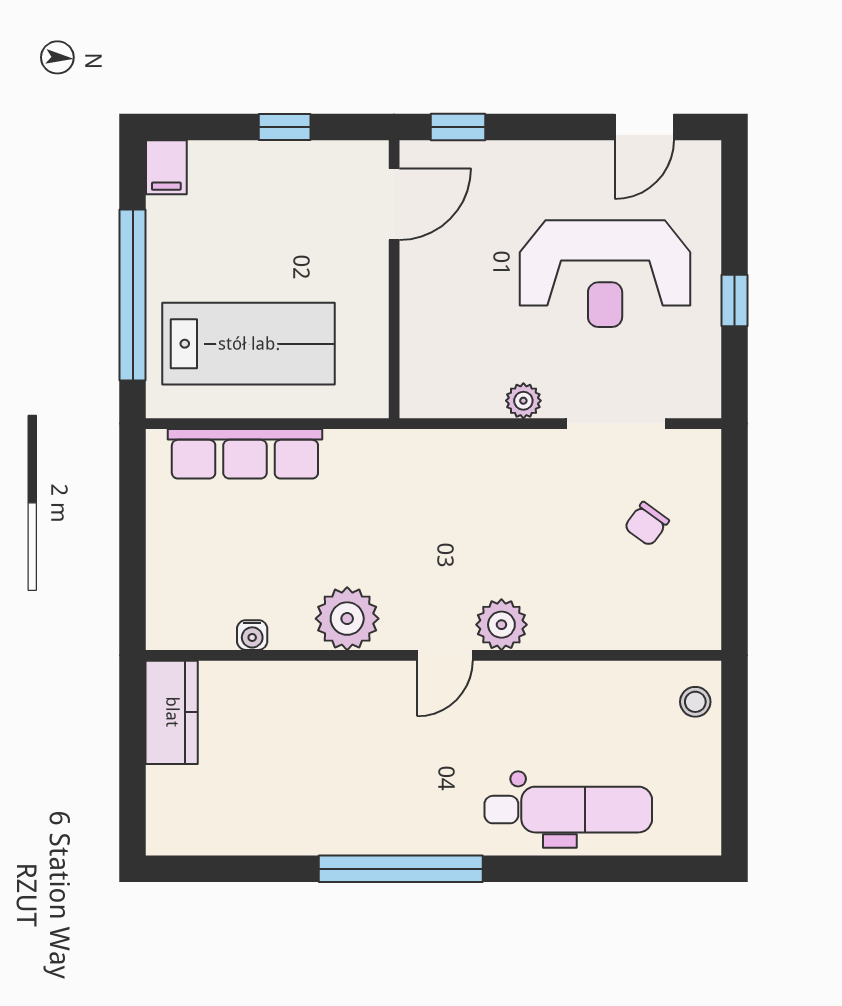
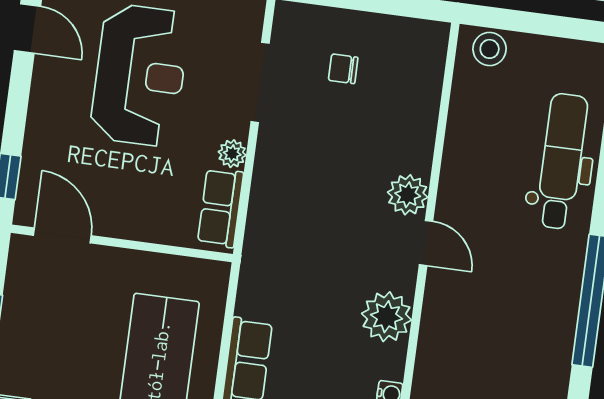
row of seats: (454, 395) -> (221, 208), added
chair: (647, 524) -> (343, 69), turned 144
stool: (695, 702) -> (490, 49), width x1.37, depth x1.37

